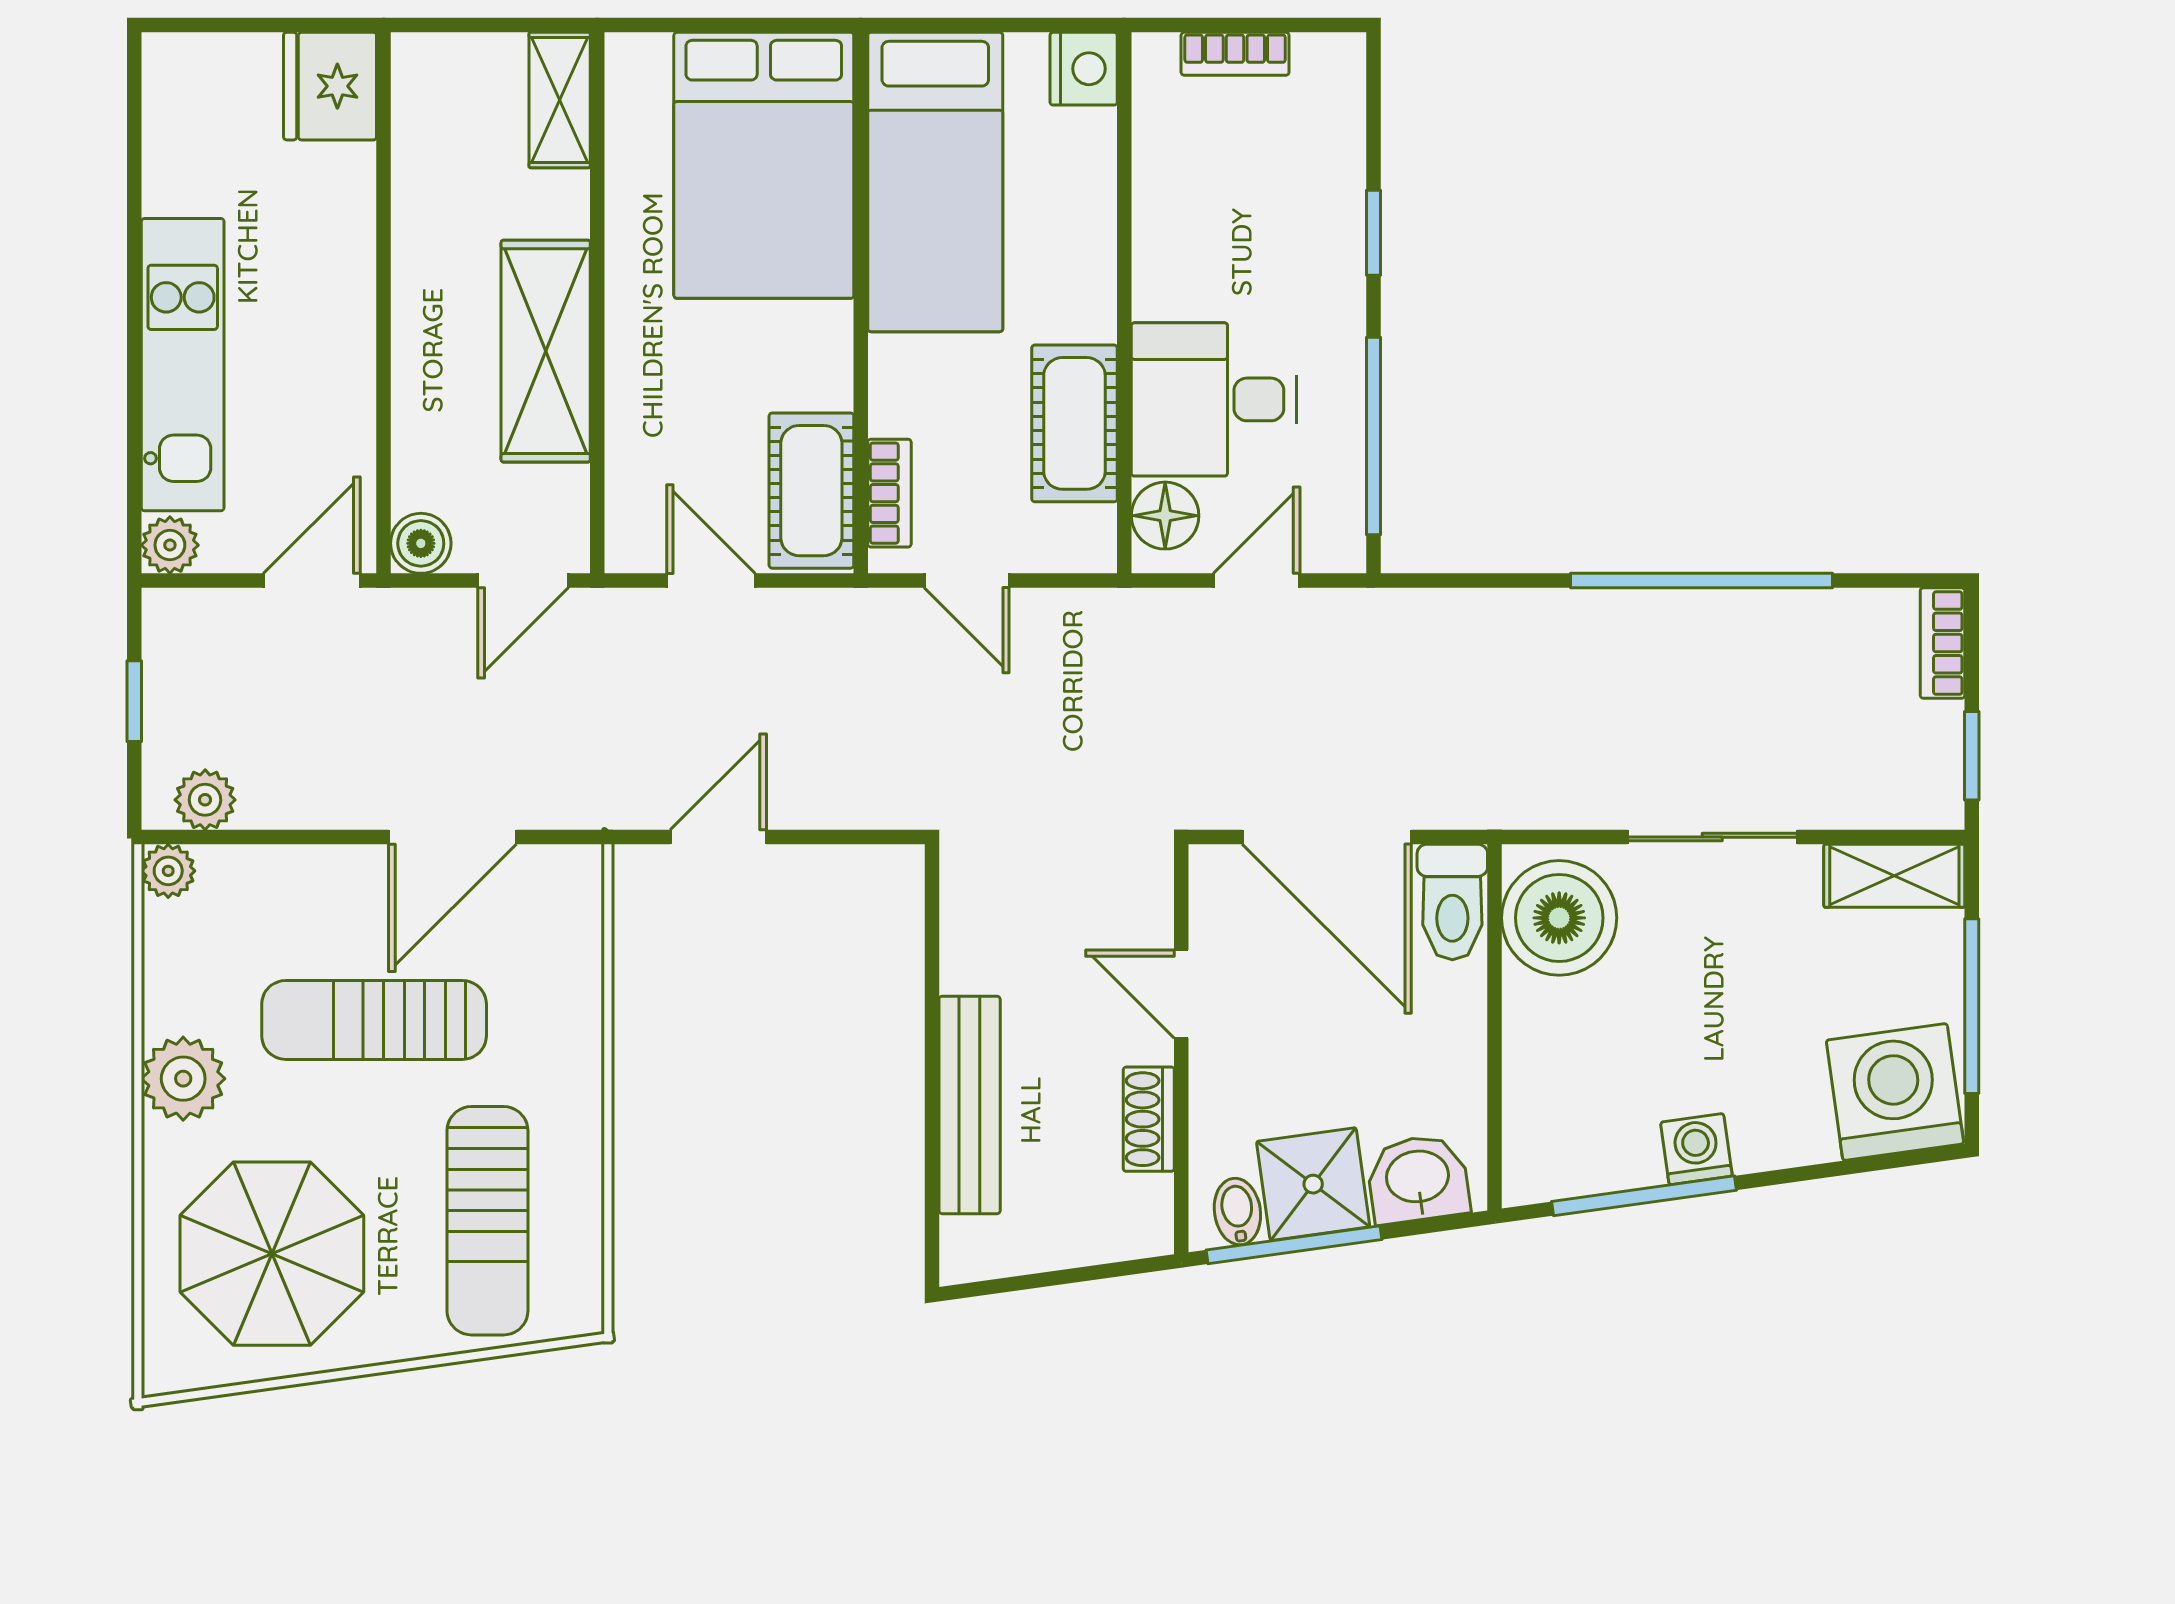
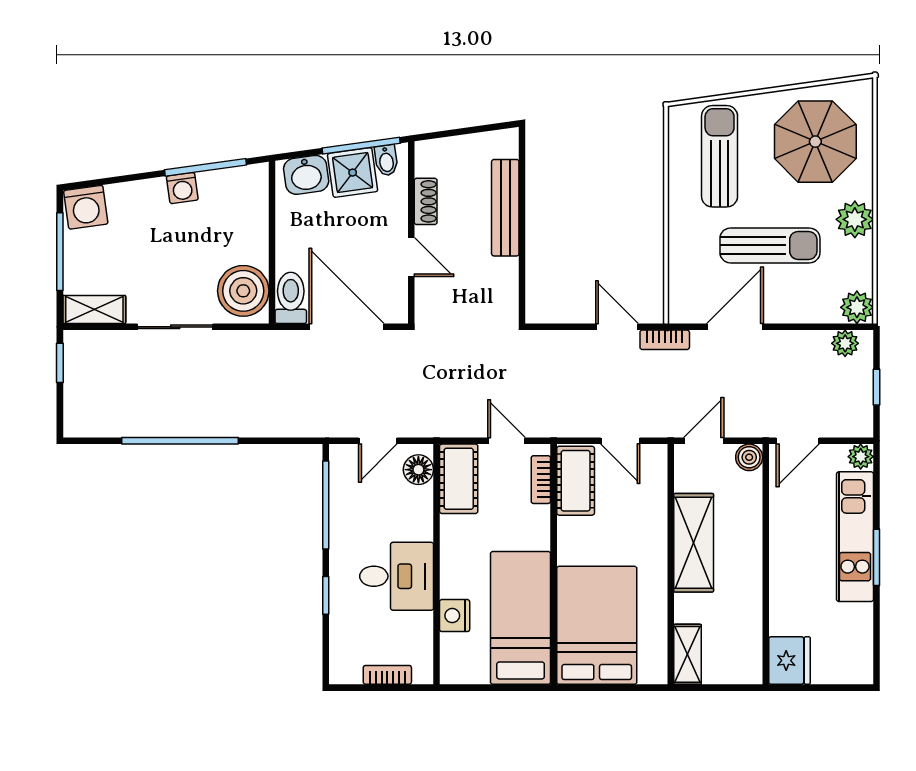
nightstand: (1084, 69) -> (455, 616), moved
window: (134, 318) -> (876, 557), added
desk: (1214, 399) -> (397, 576), moved
cot: (1074, 423) -> (459, 479), moved
bookcase: (1943, 643) -> (665, 340), moved, turned 90
door: (718, 837) -> (617, 327), swing flipped
plant: (168, 871) -> (857, 307), width x1.38, depth x1.38
washing machine: (1895, 1092) -> (86, 207), width x0.73, depth x0.73

